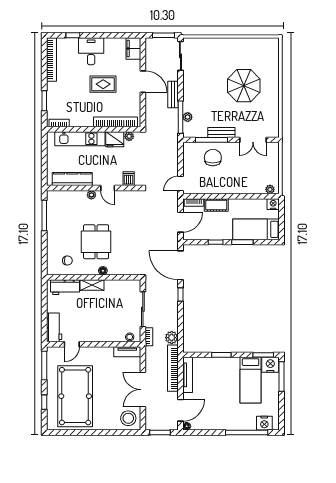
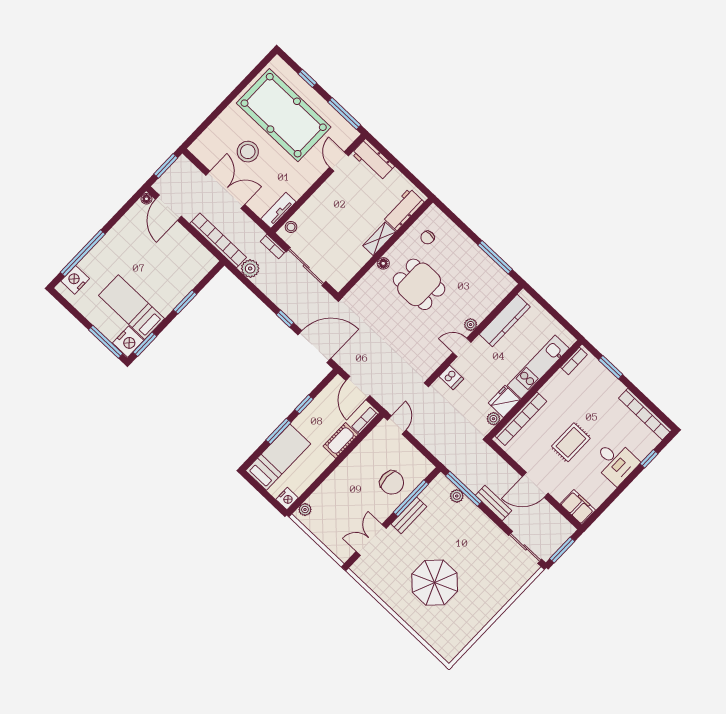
tv unit: (188, 375) -> (197, 249), removed
stool: (128, 418) -> (248, 152), moved

